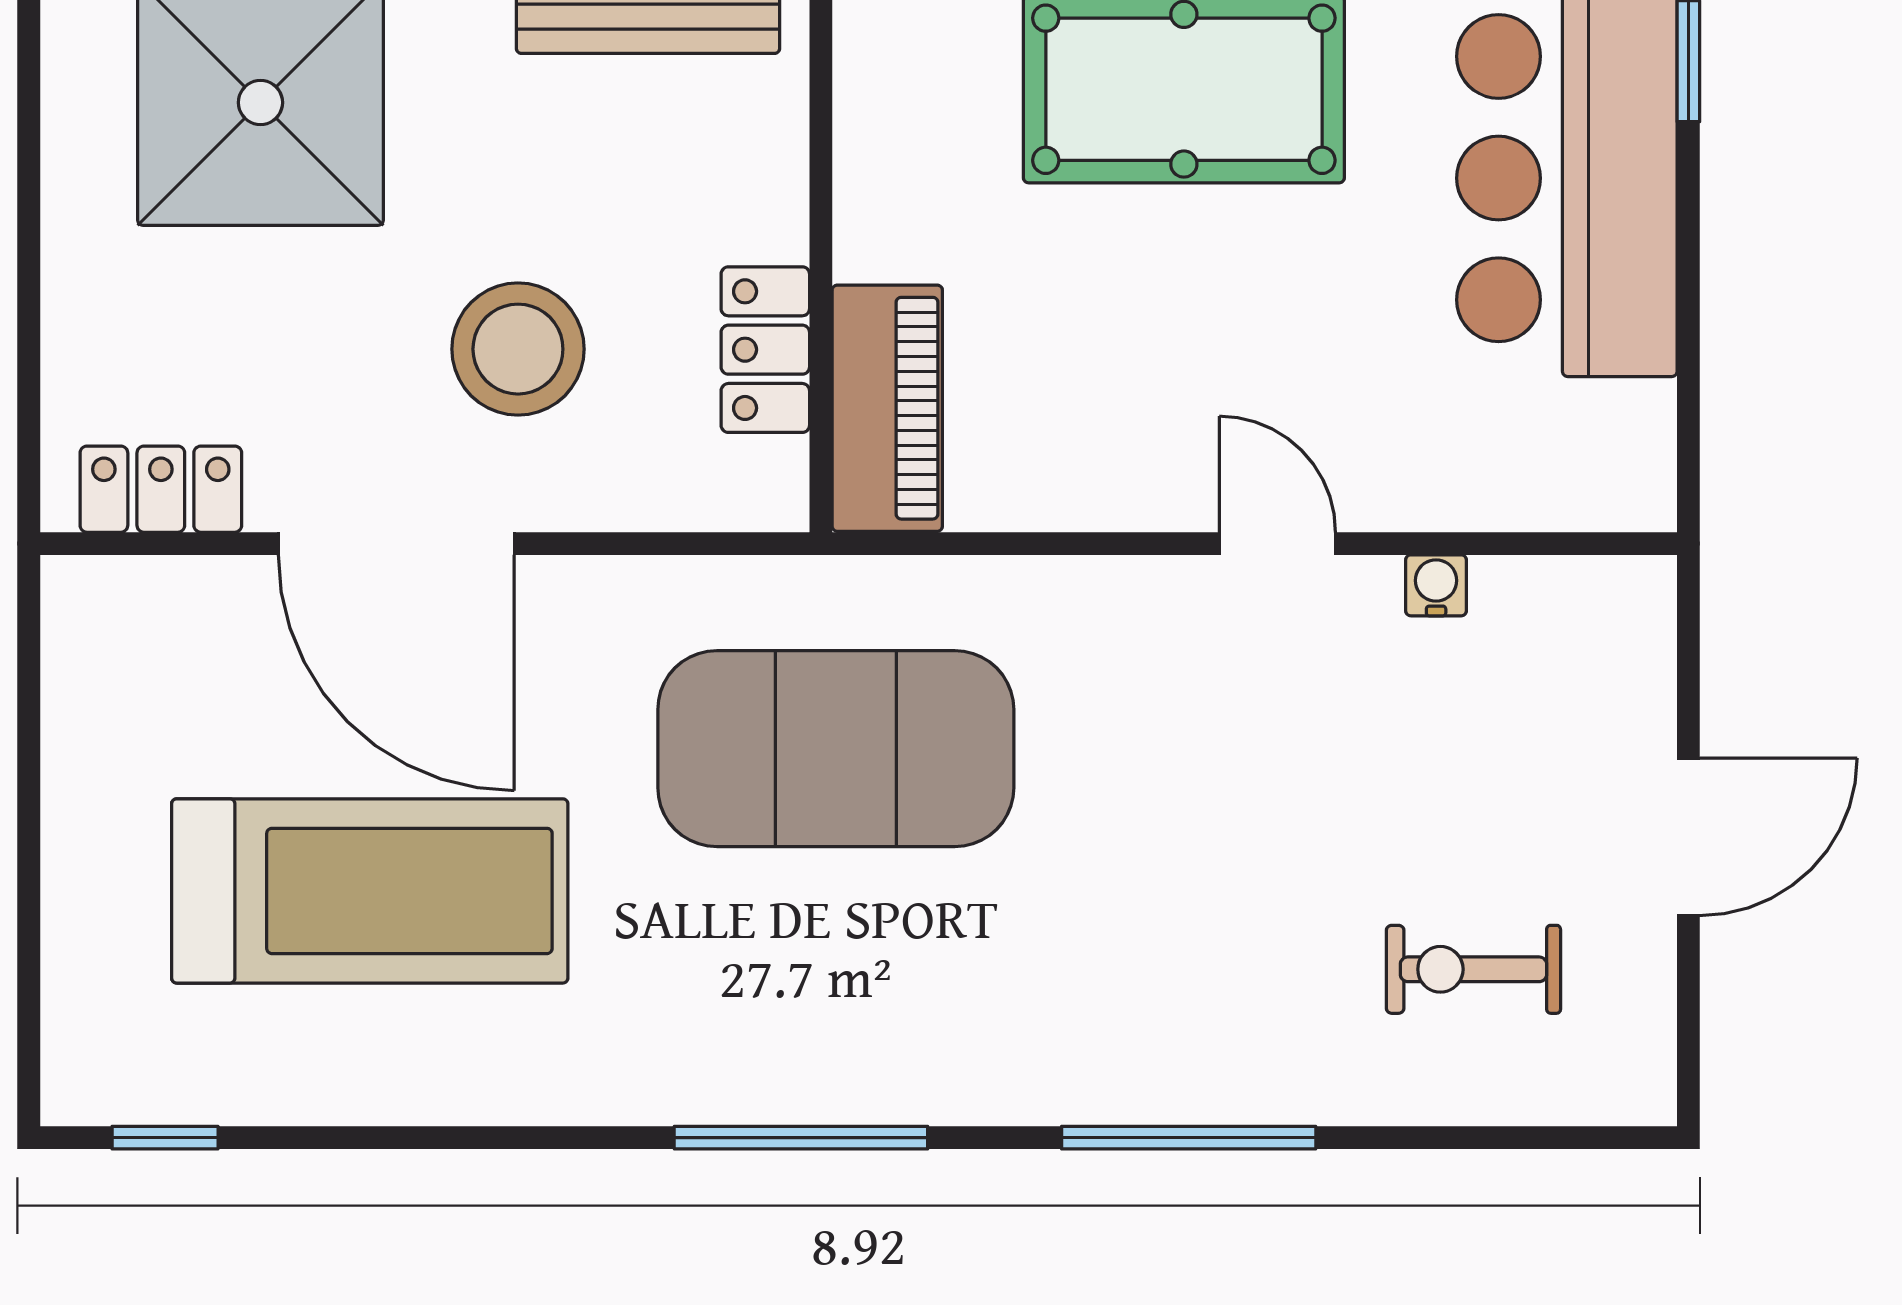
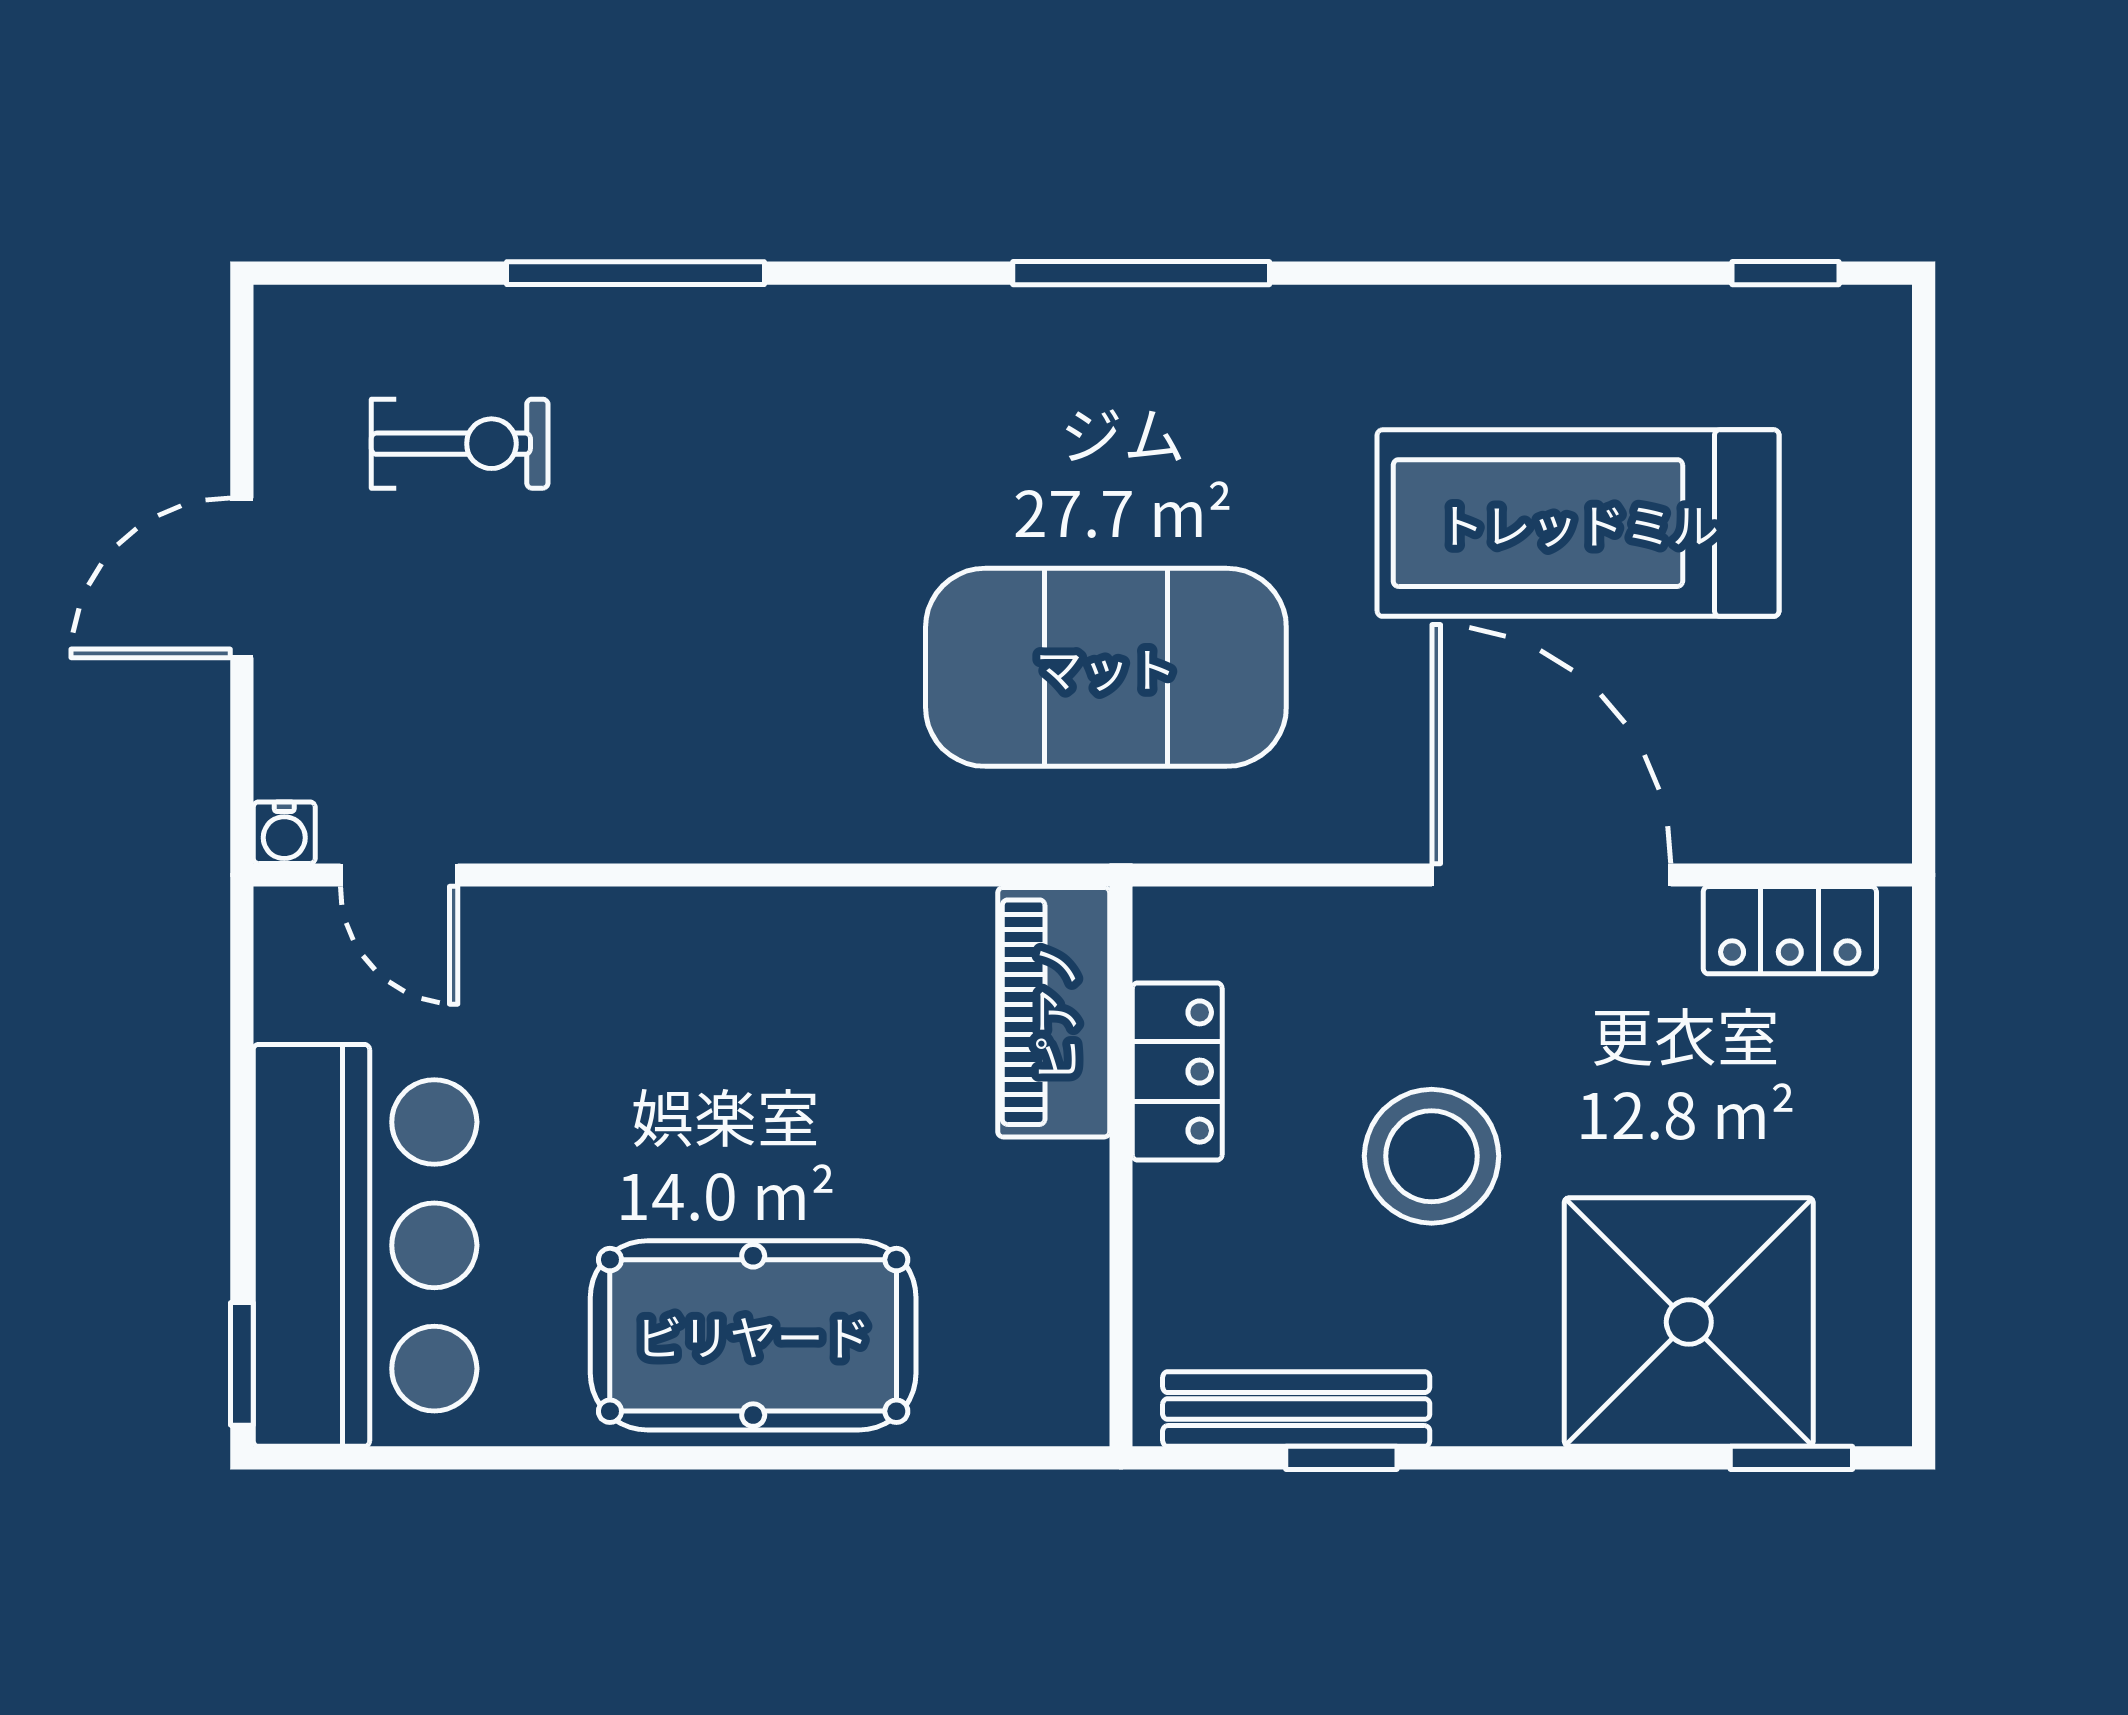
stool: (518, 349) -> (1432, 1156), moved
door: (1277, 544) -> (399, 875), moved
water cooler: (1436, 585) -> (284, 833), moved
window: (1189, 1138) -> (635, 273), moved

